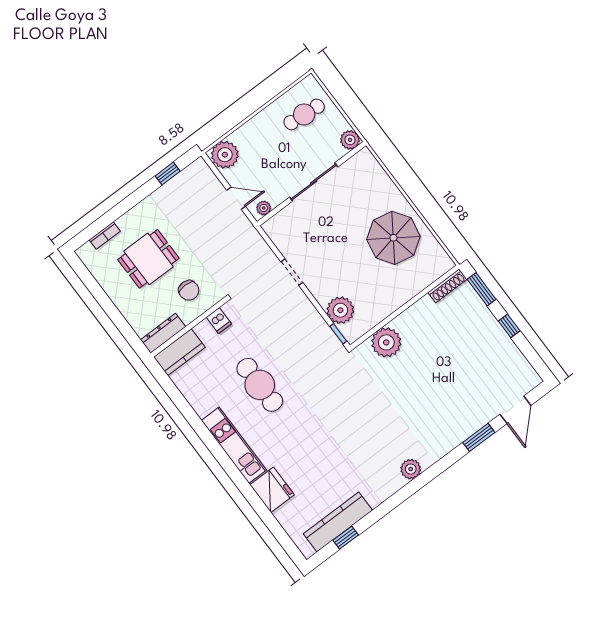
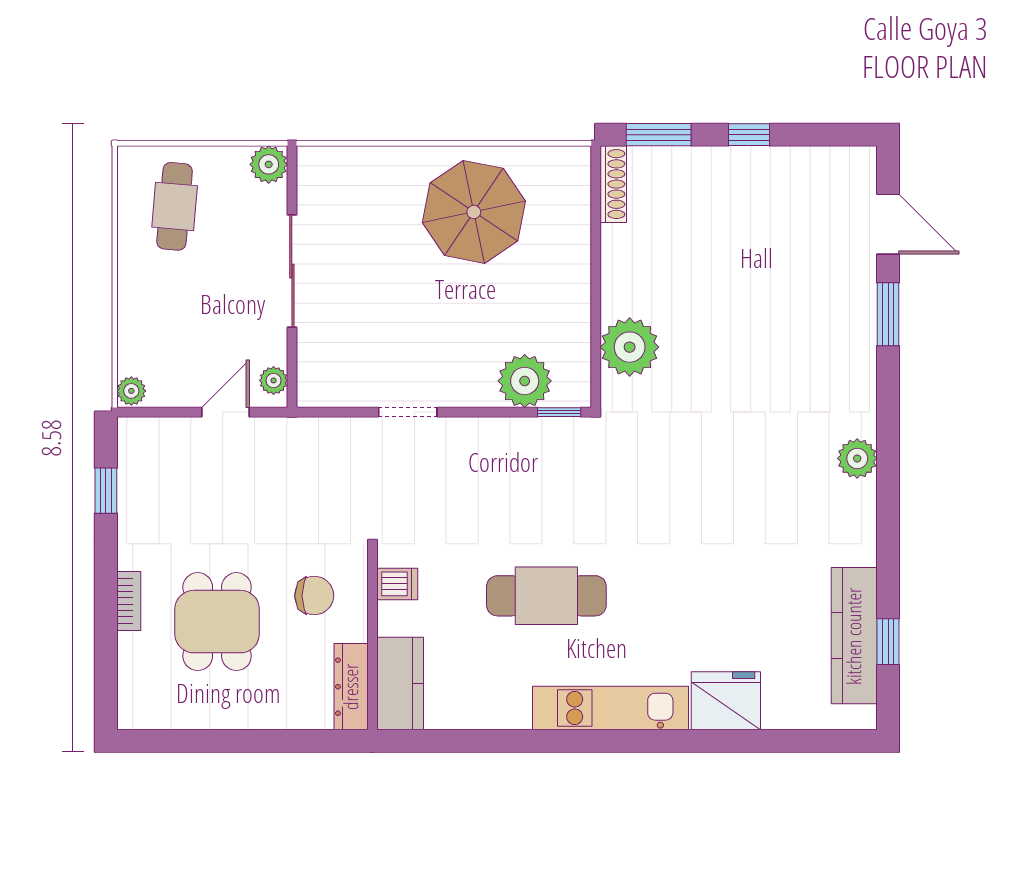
plant: (225, 155) -> (131, 391), width x0.53, depth x0.53
bookcase: (105, 236) -> (129, 601), moved

